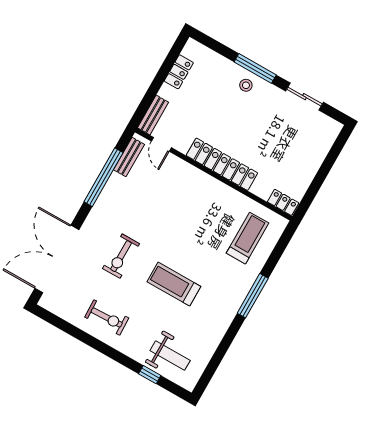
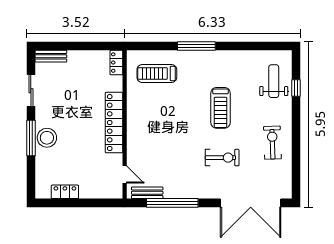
stool: (246, 85) -> (47, 138), width x1.89, depth x1.89
bench: (153, 115) -> (51, 56), moved
door: (161, 144) -> (125, 175), hinge flipped

